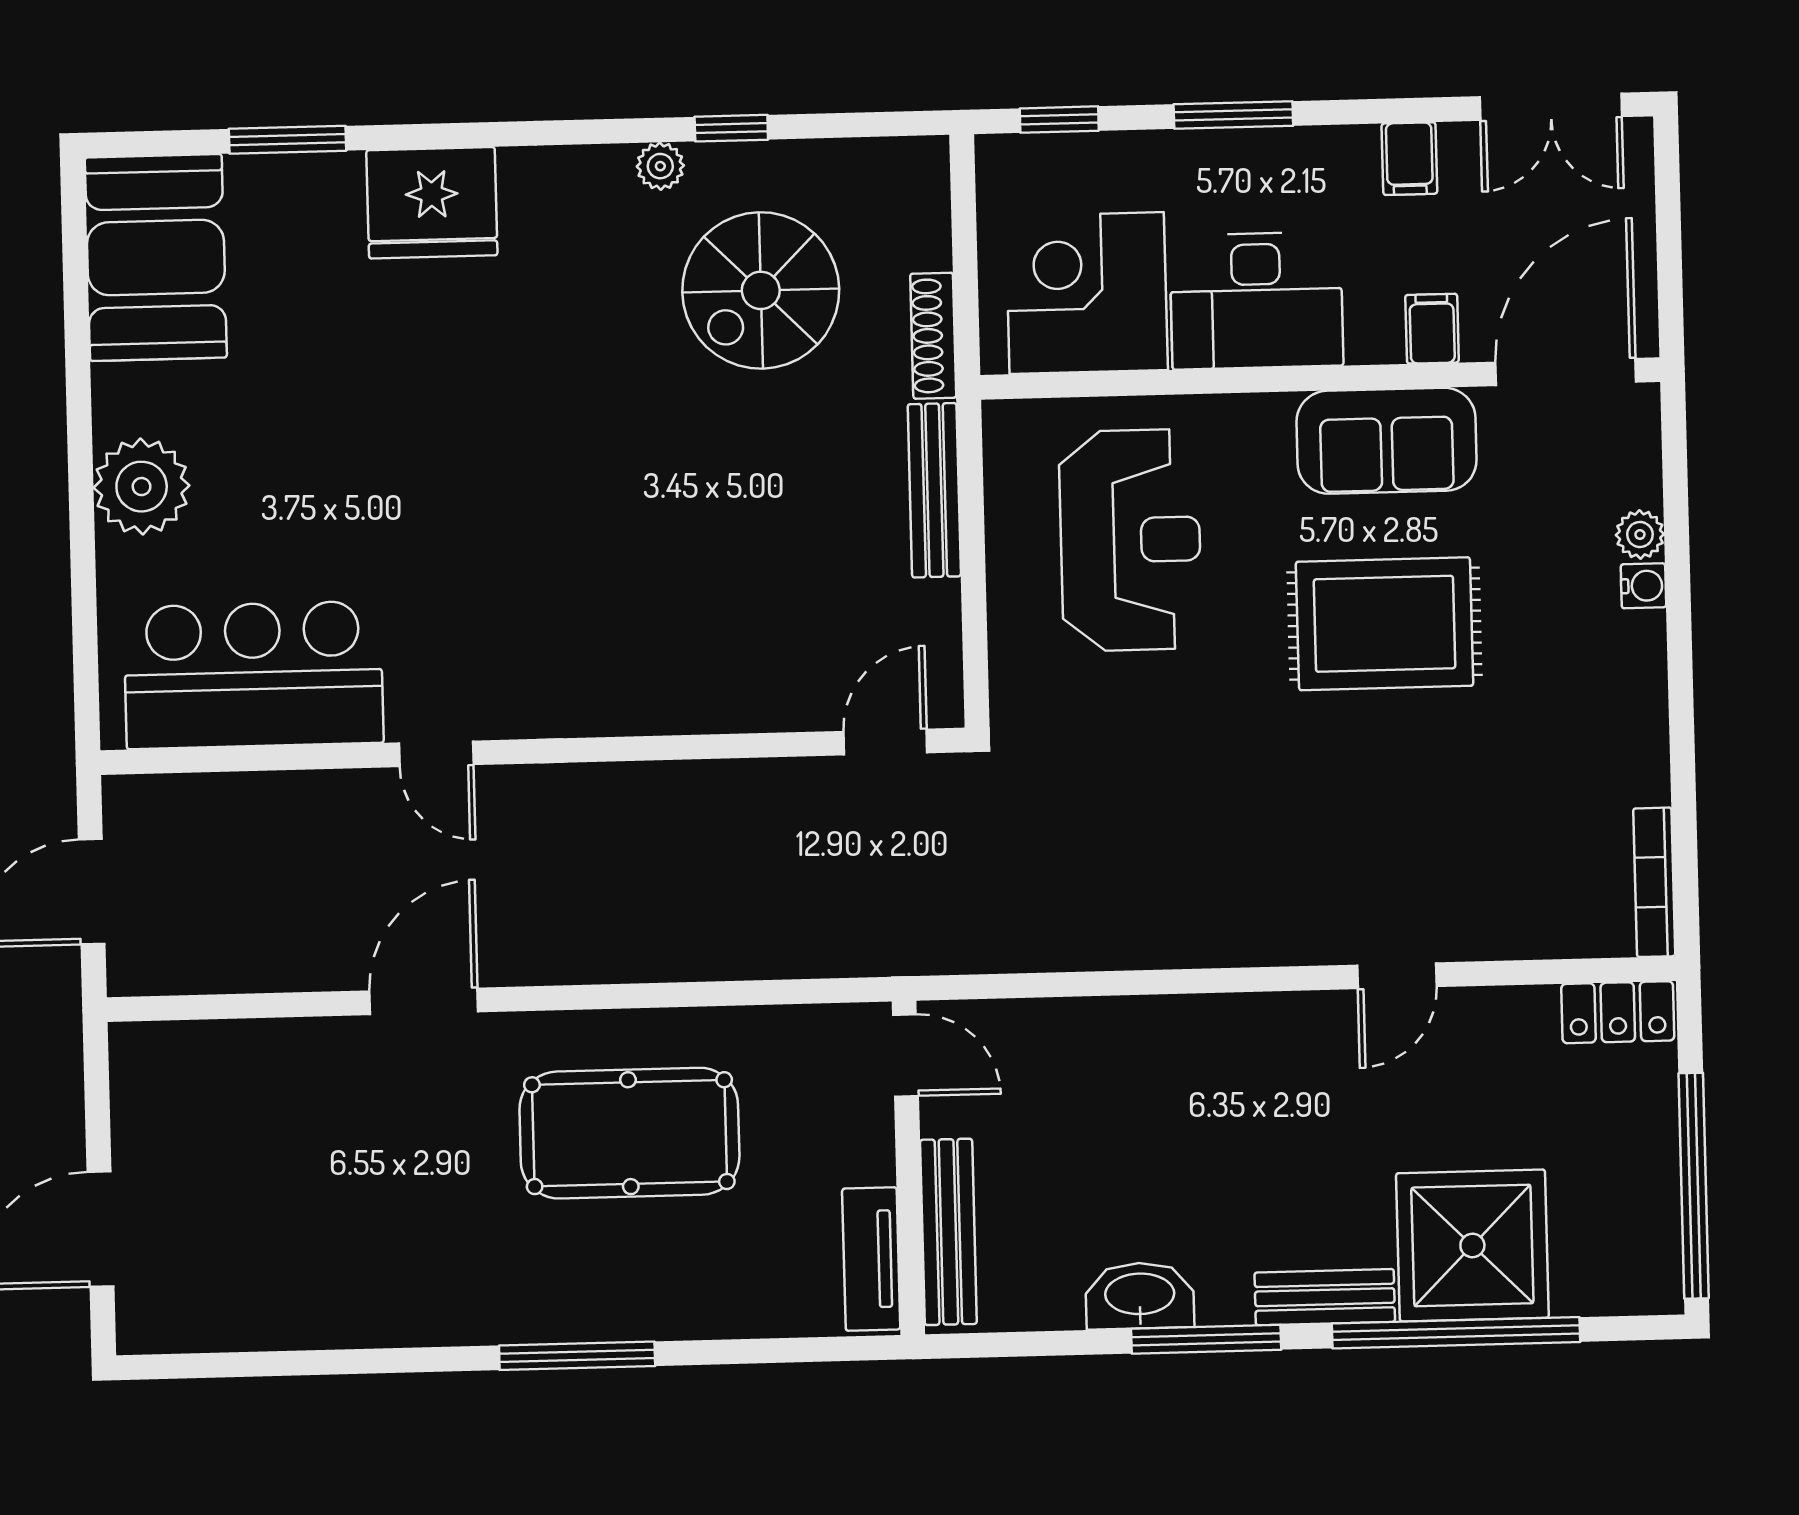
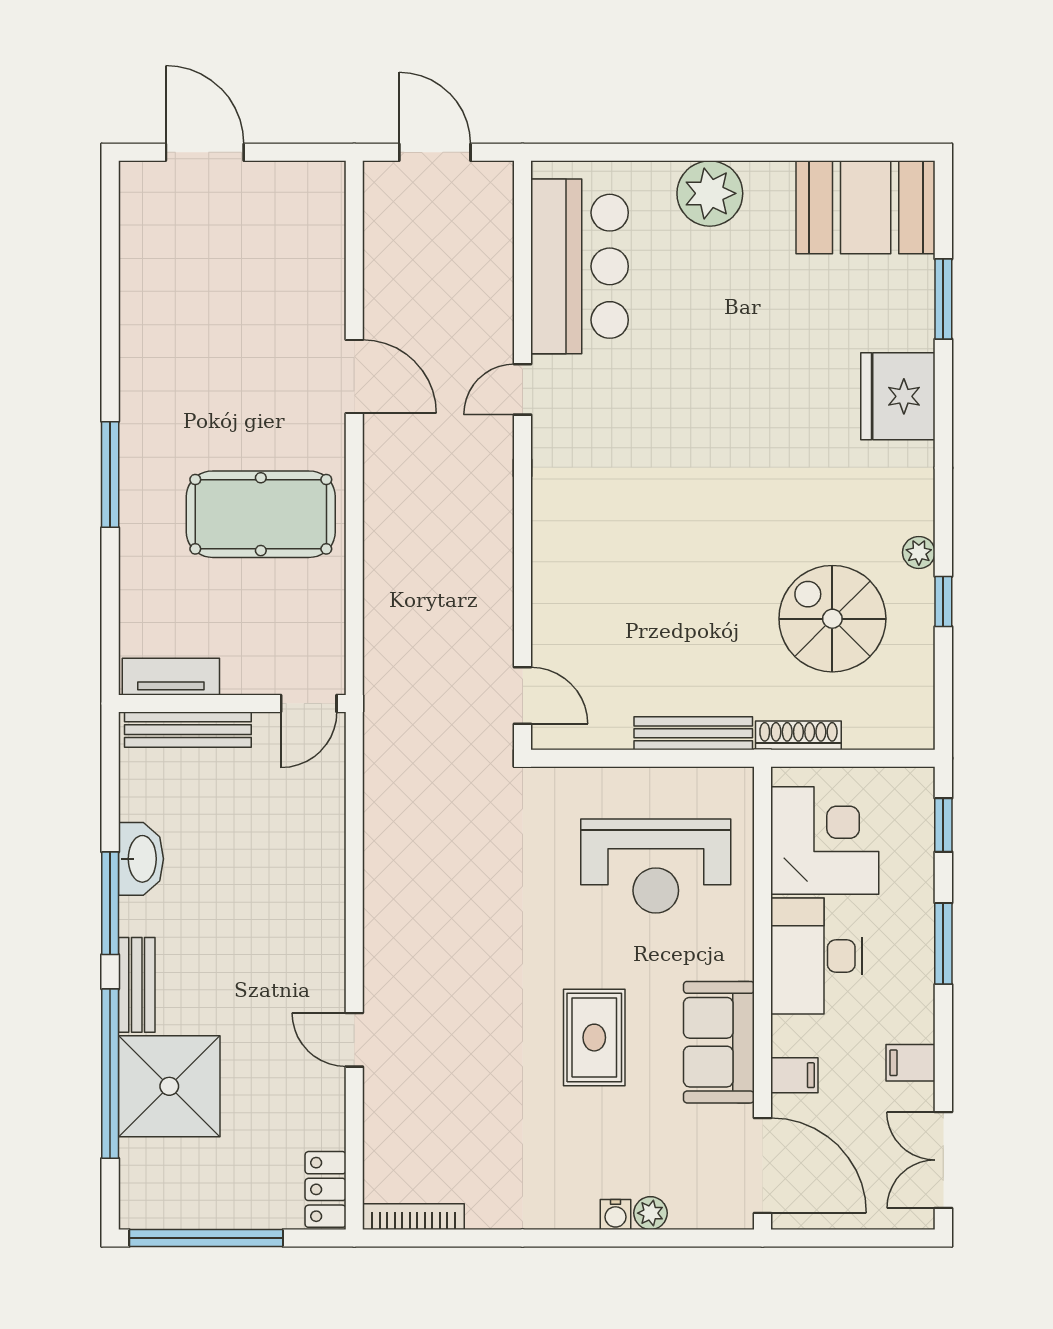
rug: (1384, 624) -> (594, 1038), width x0.73, depth x0.70
pool table: (629, 1133) -> (261, 514), turned 90

